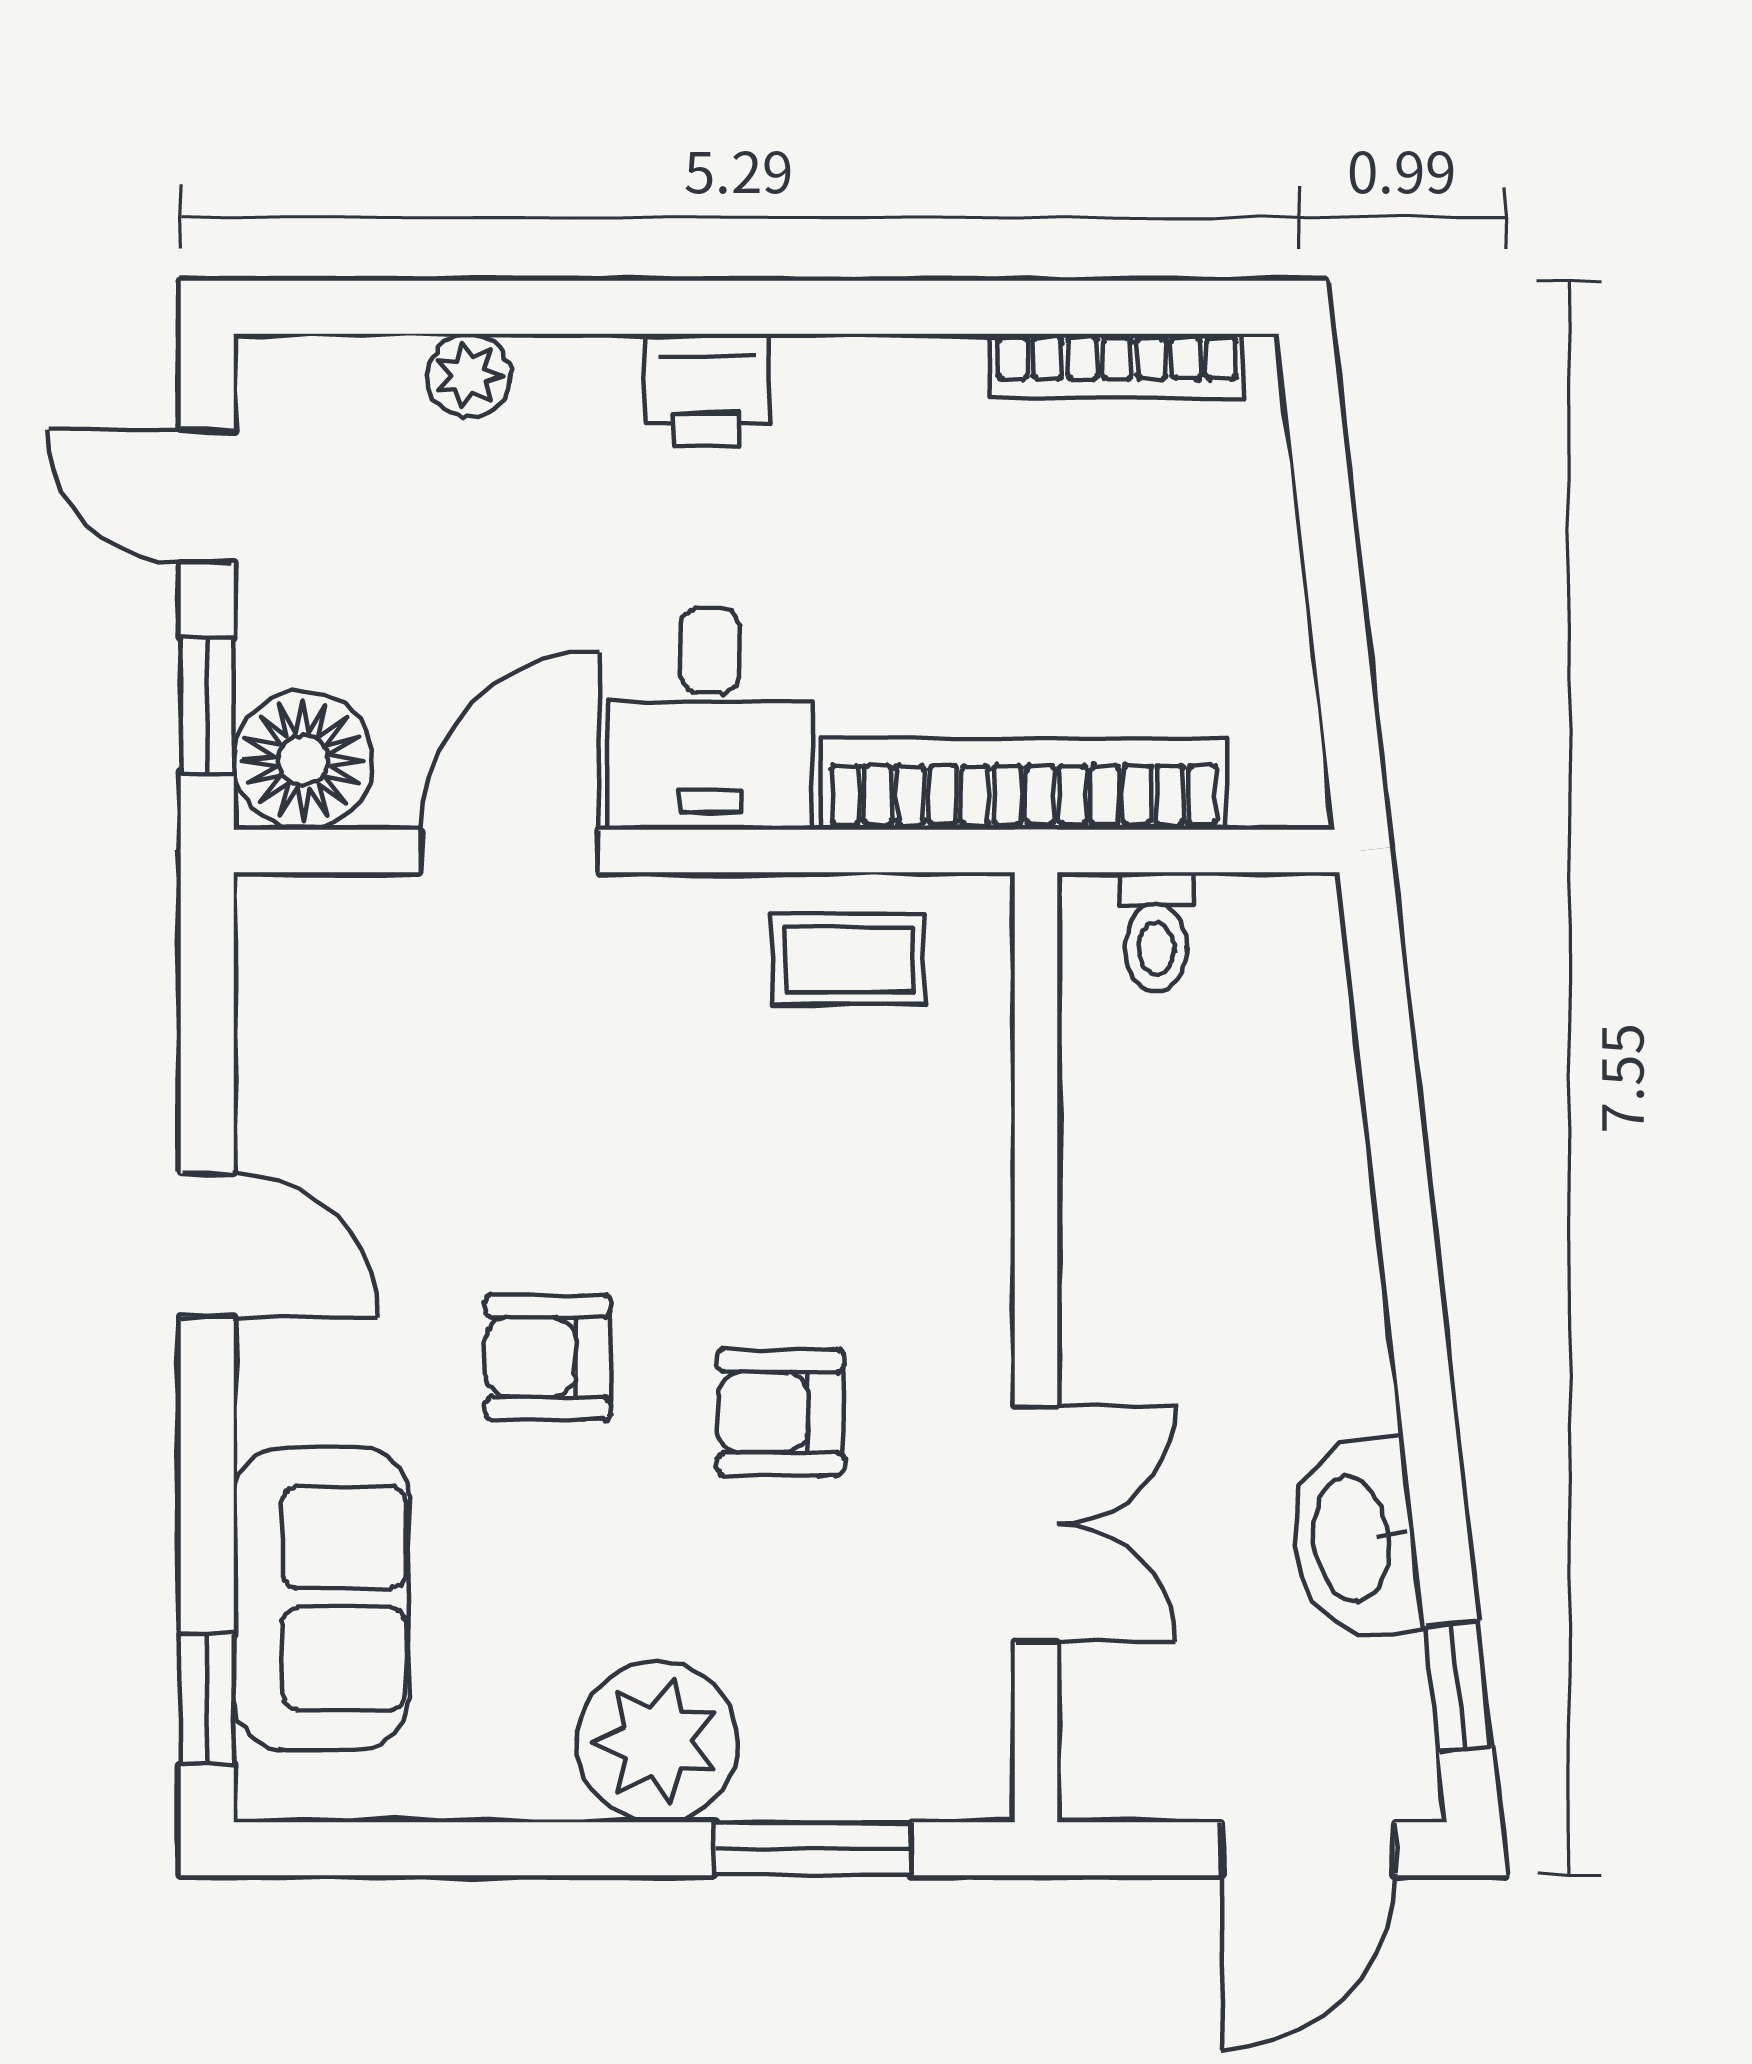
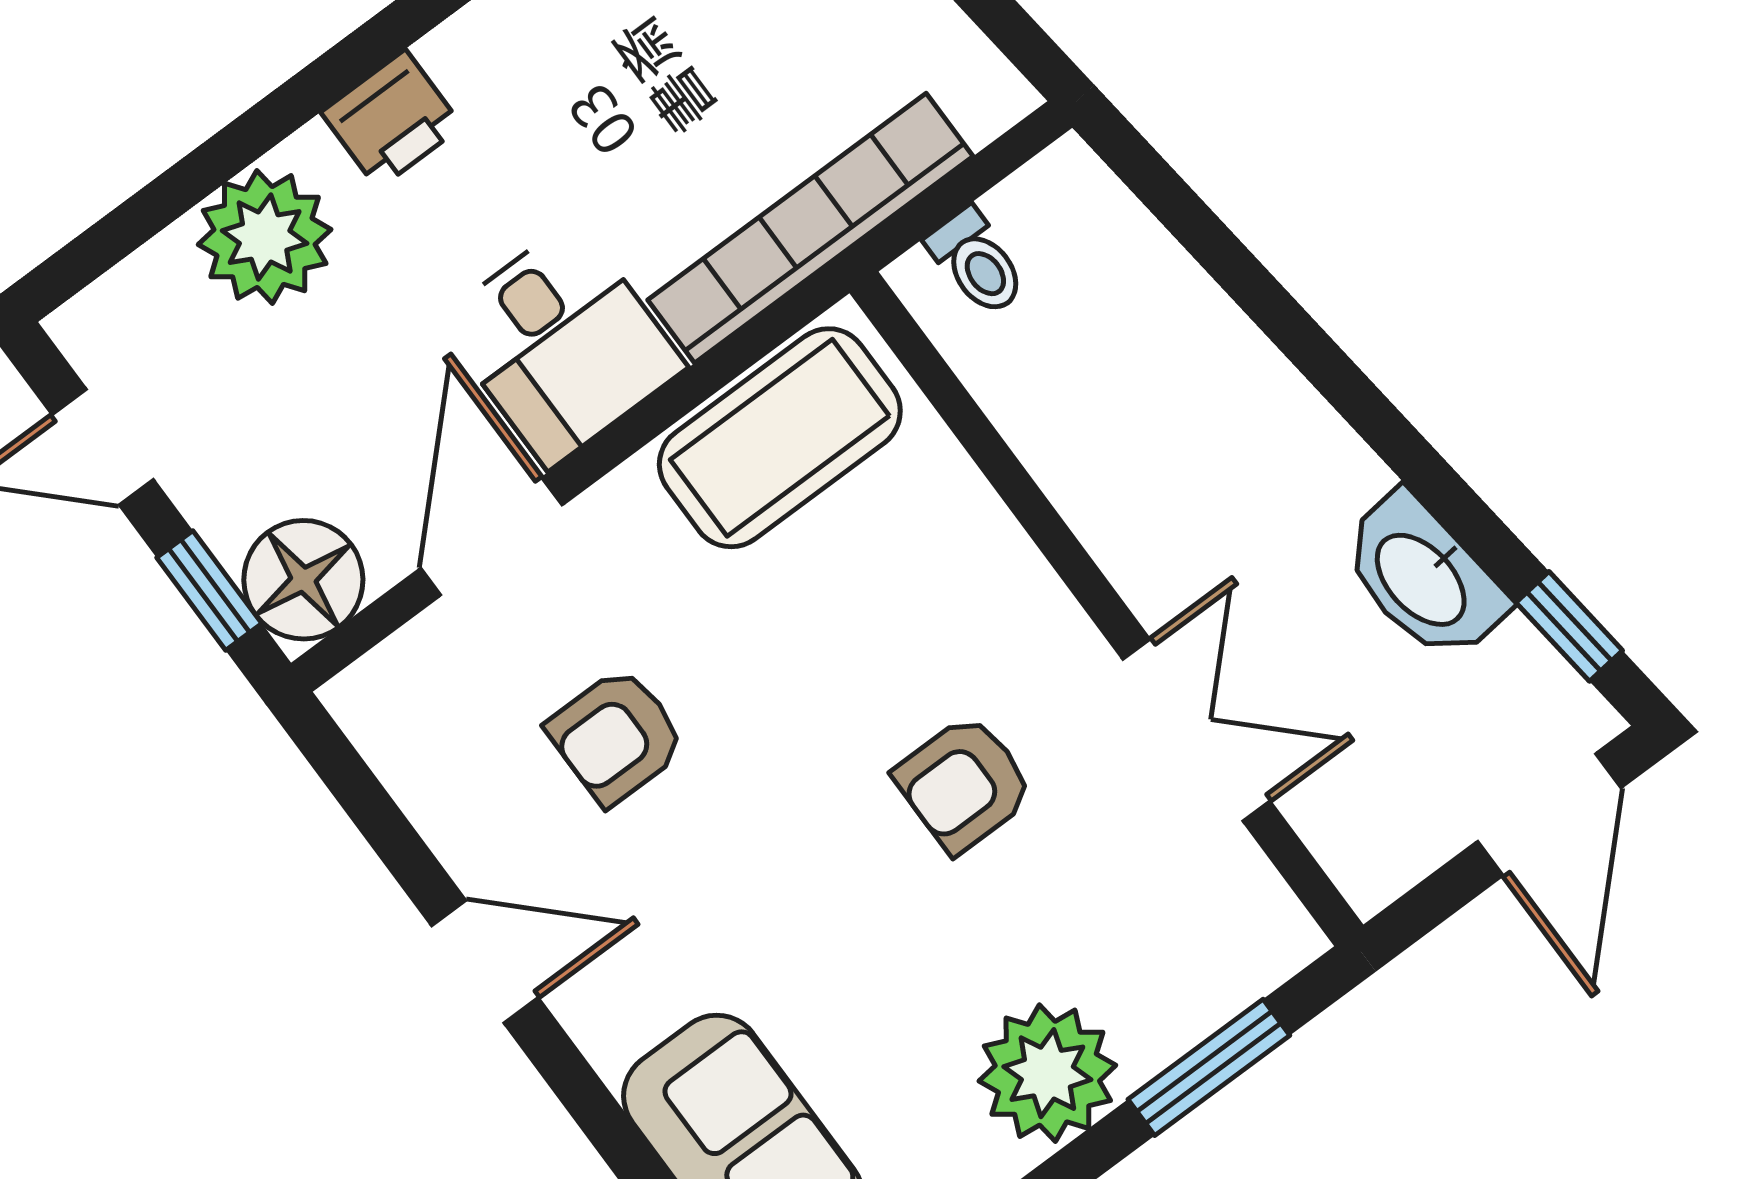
plant: (469, 375) -> (265, 237), width x1.88, depth x1.88
coffee table: (849, 959) -> (780, 438), width x1.86, depth x1.72
armchair: (548, 1357) -> (616, 736), moved

